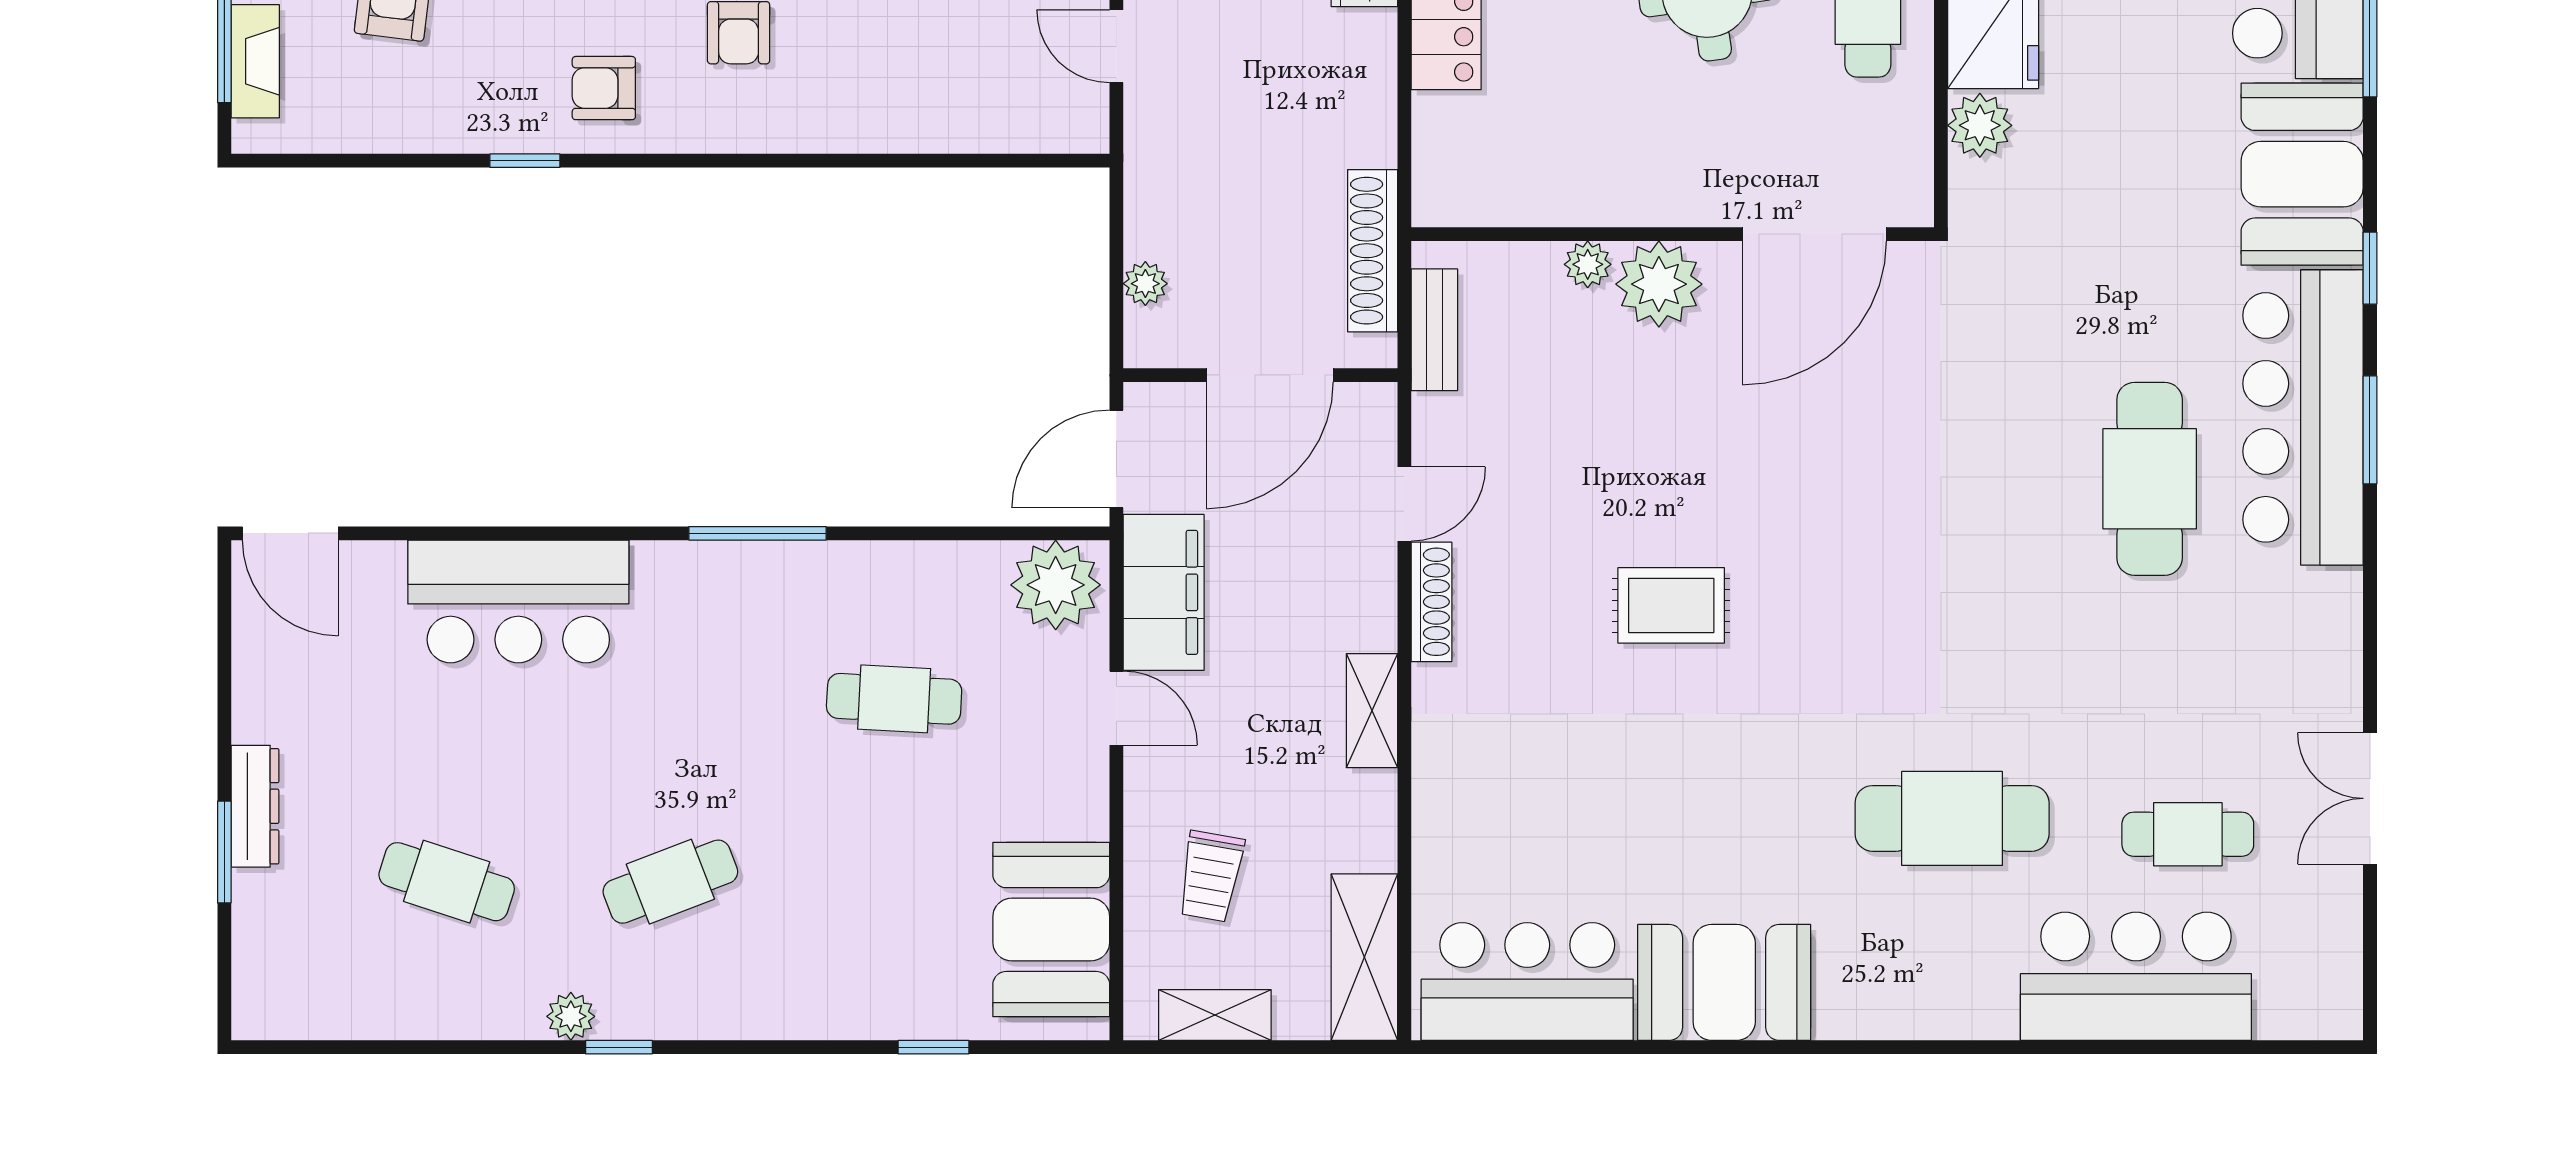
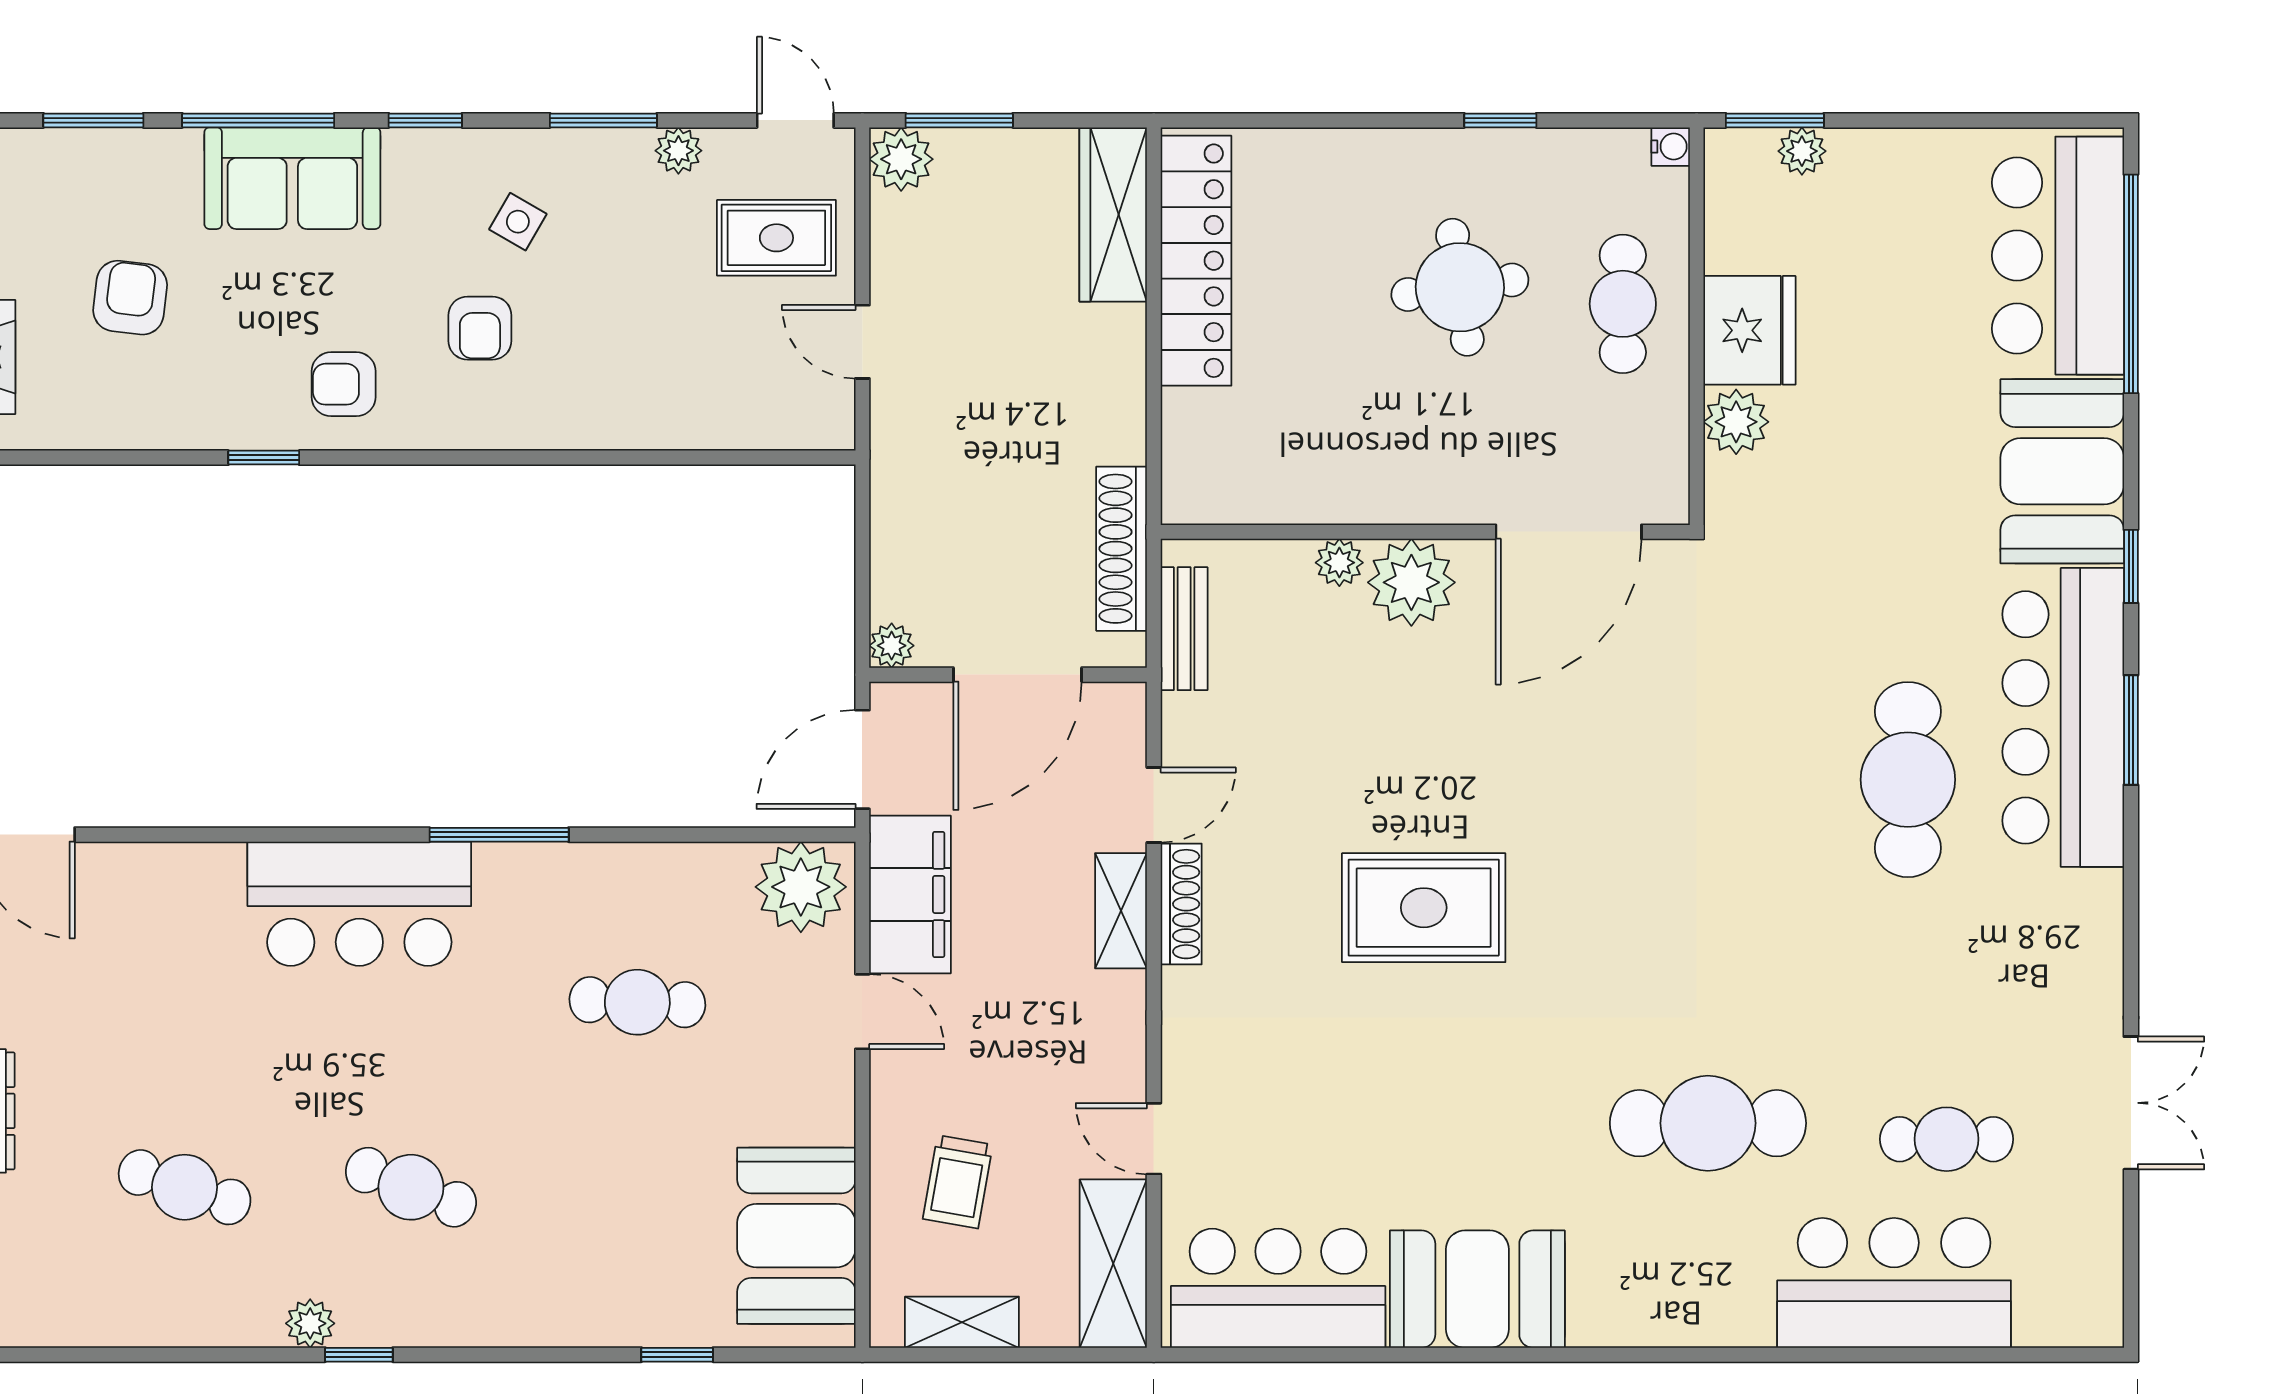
plant: (1145, 284) -> (892, 646), moved
bar counter: (518, 601) -> (359, 904), moved
rug: (1671, 605) -> (1424, 908), width x1.36, depth x1.43
shelving: (1372, 711) -> (1121, 911), moved
double door: (2370, 798) -> (2131, 1103), swing flipped
door: (1404, 834) -> (1154, 1139), added
cafe table: (670, 882) -> (411, 1187), turned 42

